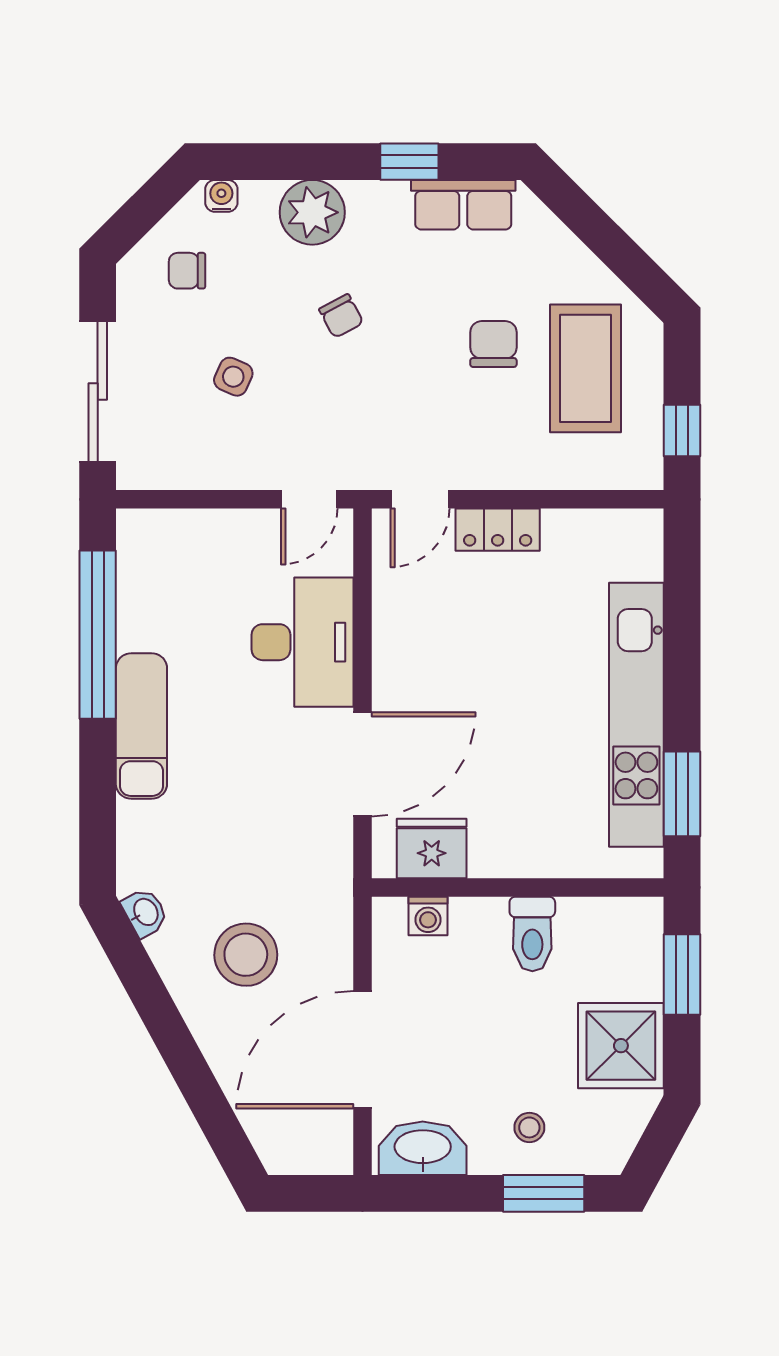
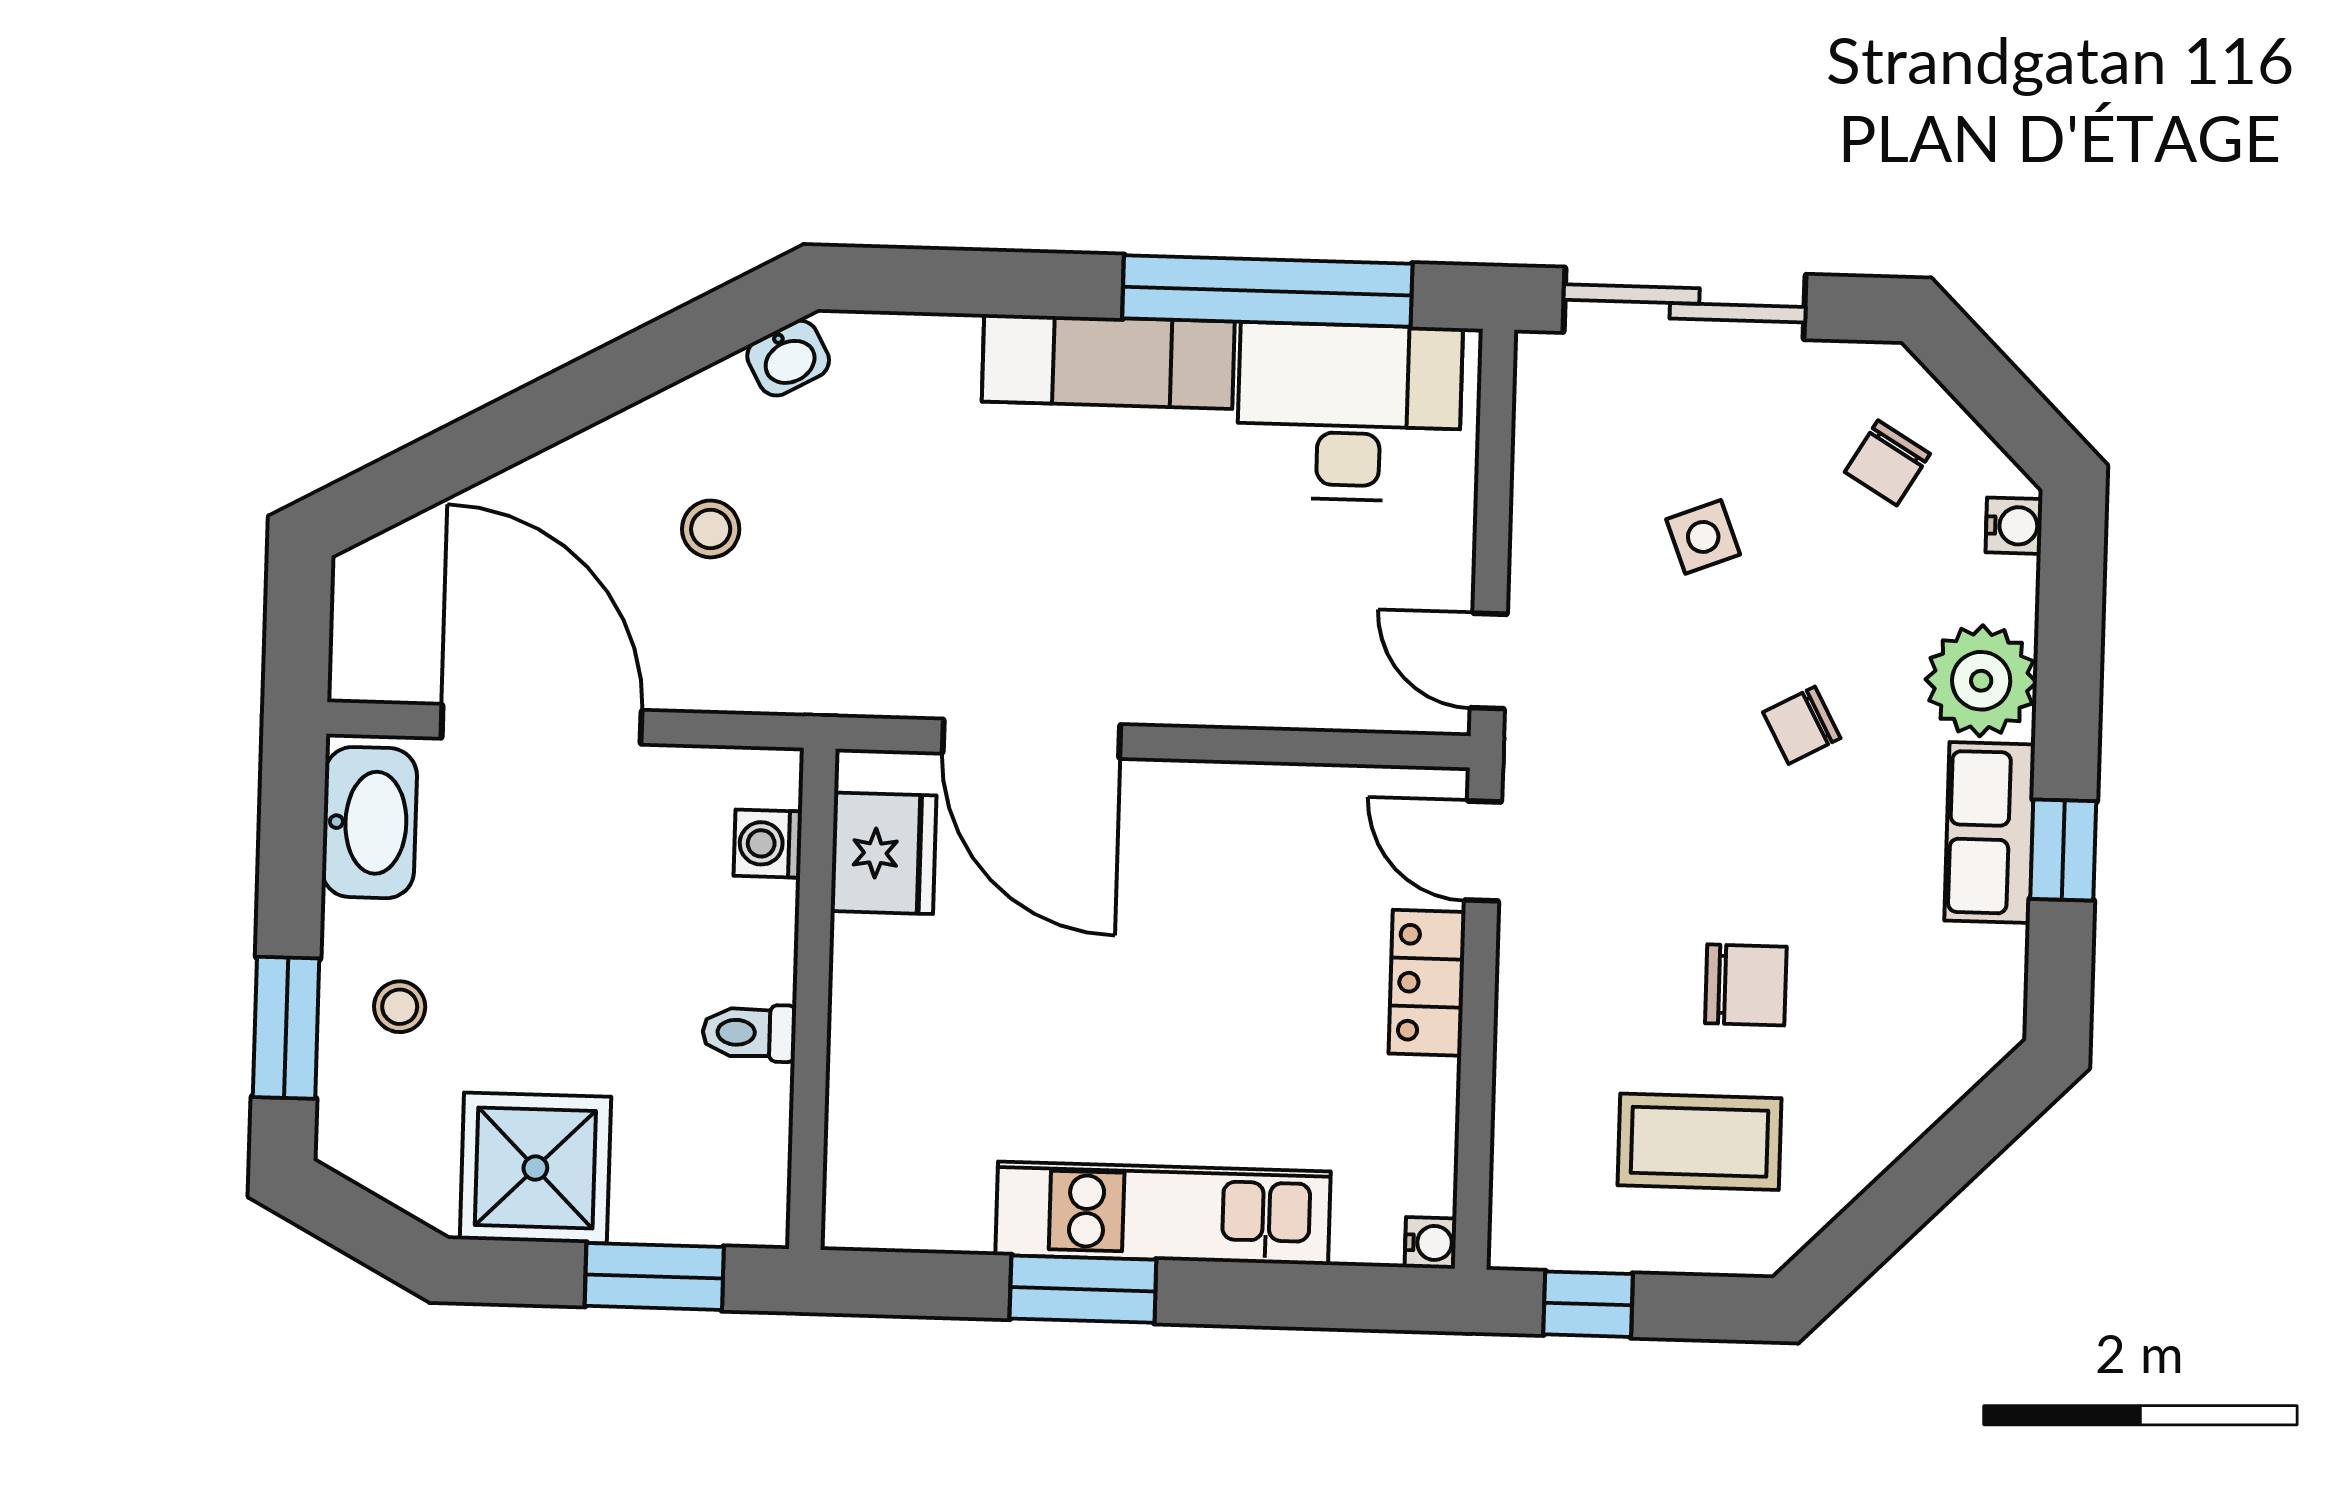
row of seats: (463, 205) -> (1990, 832), moved
chair: (187, 271) -> (1887, 463), turned -149
coffee table: (586, 368) -> (1699, 1142), width x0.73, depth x0.76
side table: (233, 377) -> (1703, 537), turned 45
water cooler: (649, 523) -> (1430, 1243), added
desk: (302, 642) -> (1349, 412), moved, turned 180
kitchen unit: (636, 715) -> (1163, 1213), width x0.73
window: (682, 794) -> (1083, 1289), moved
toilet: (532, 934) -> (749, 1033), width x0.73, depth x0.72
stool: (246, 955) -> (711, 529), width x0.53, depth x0.53

